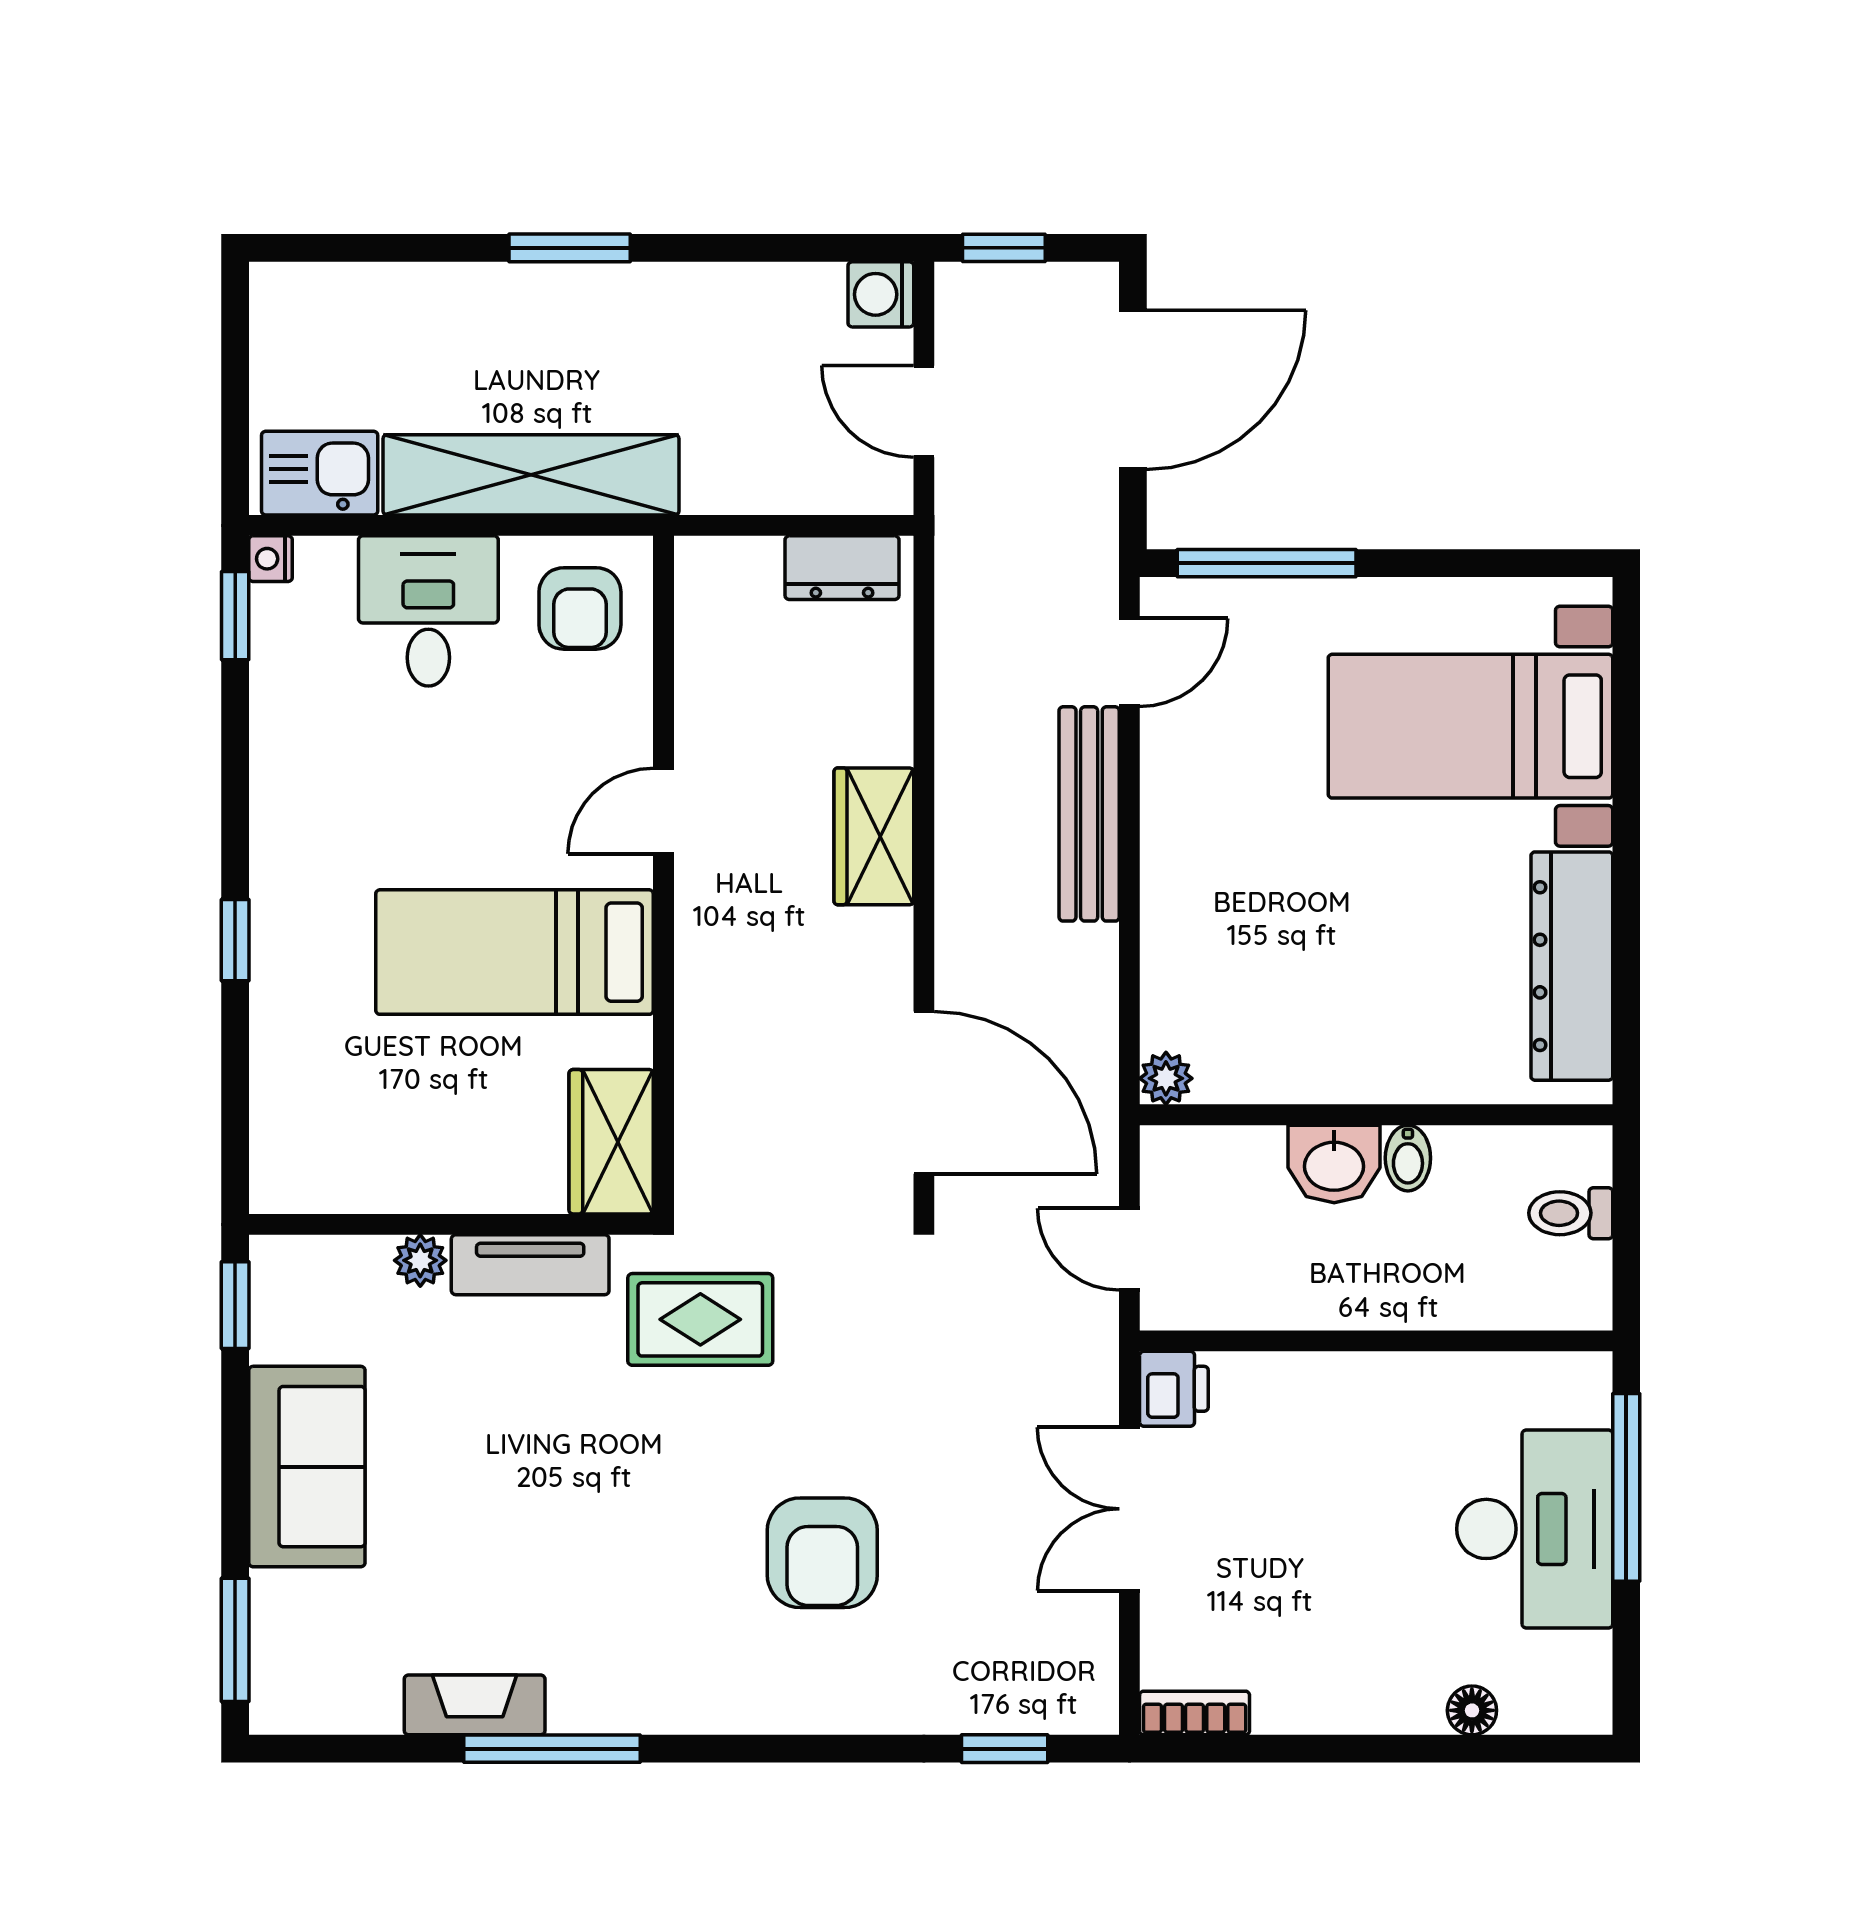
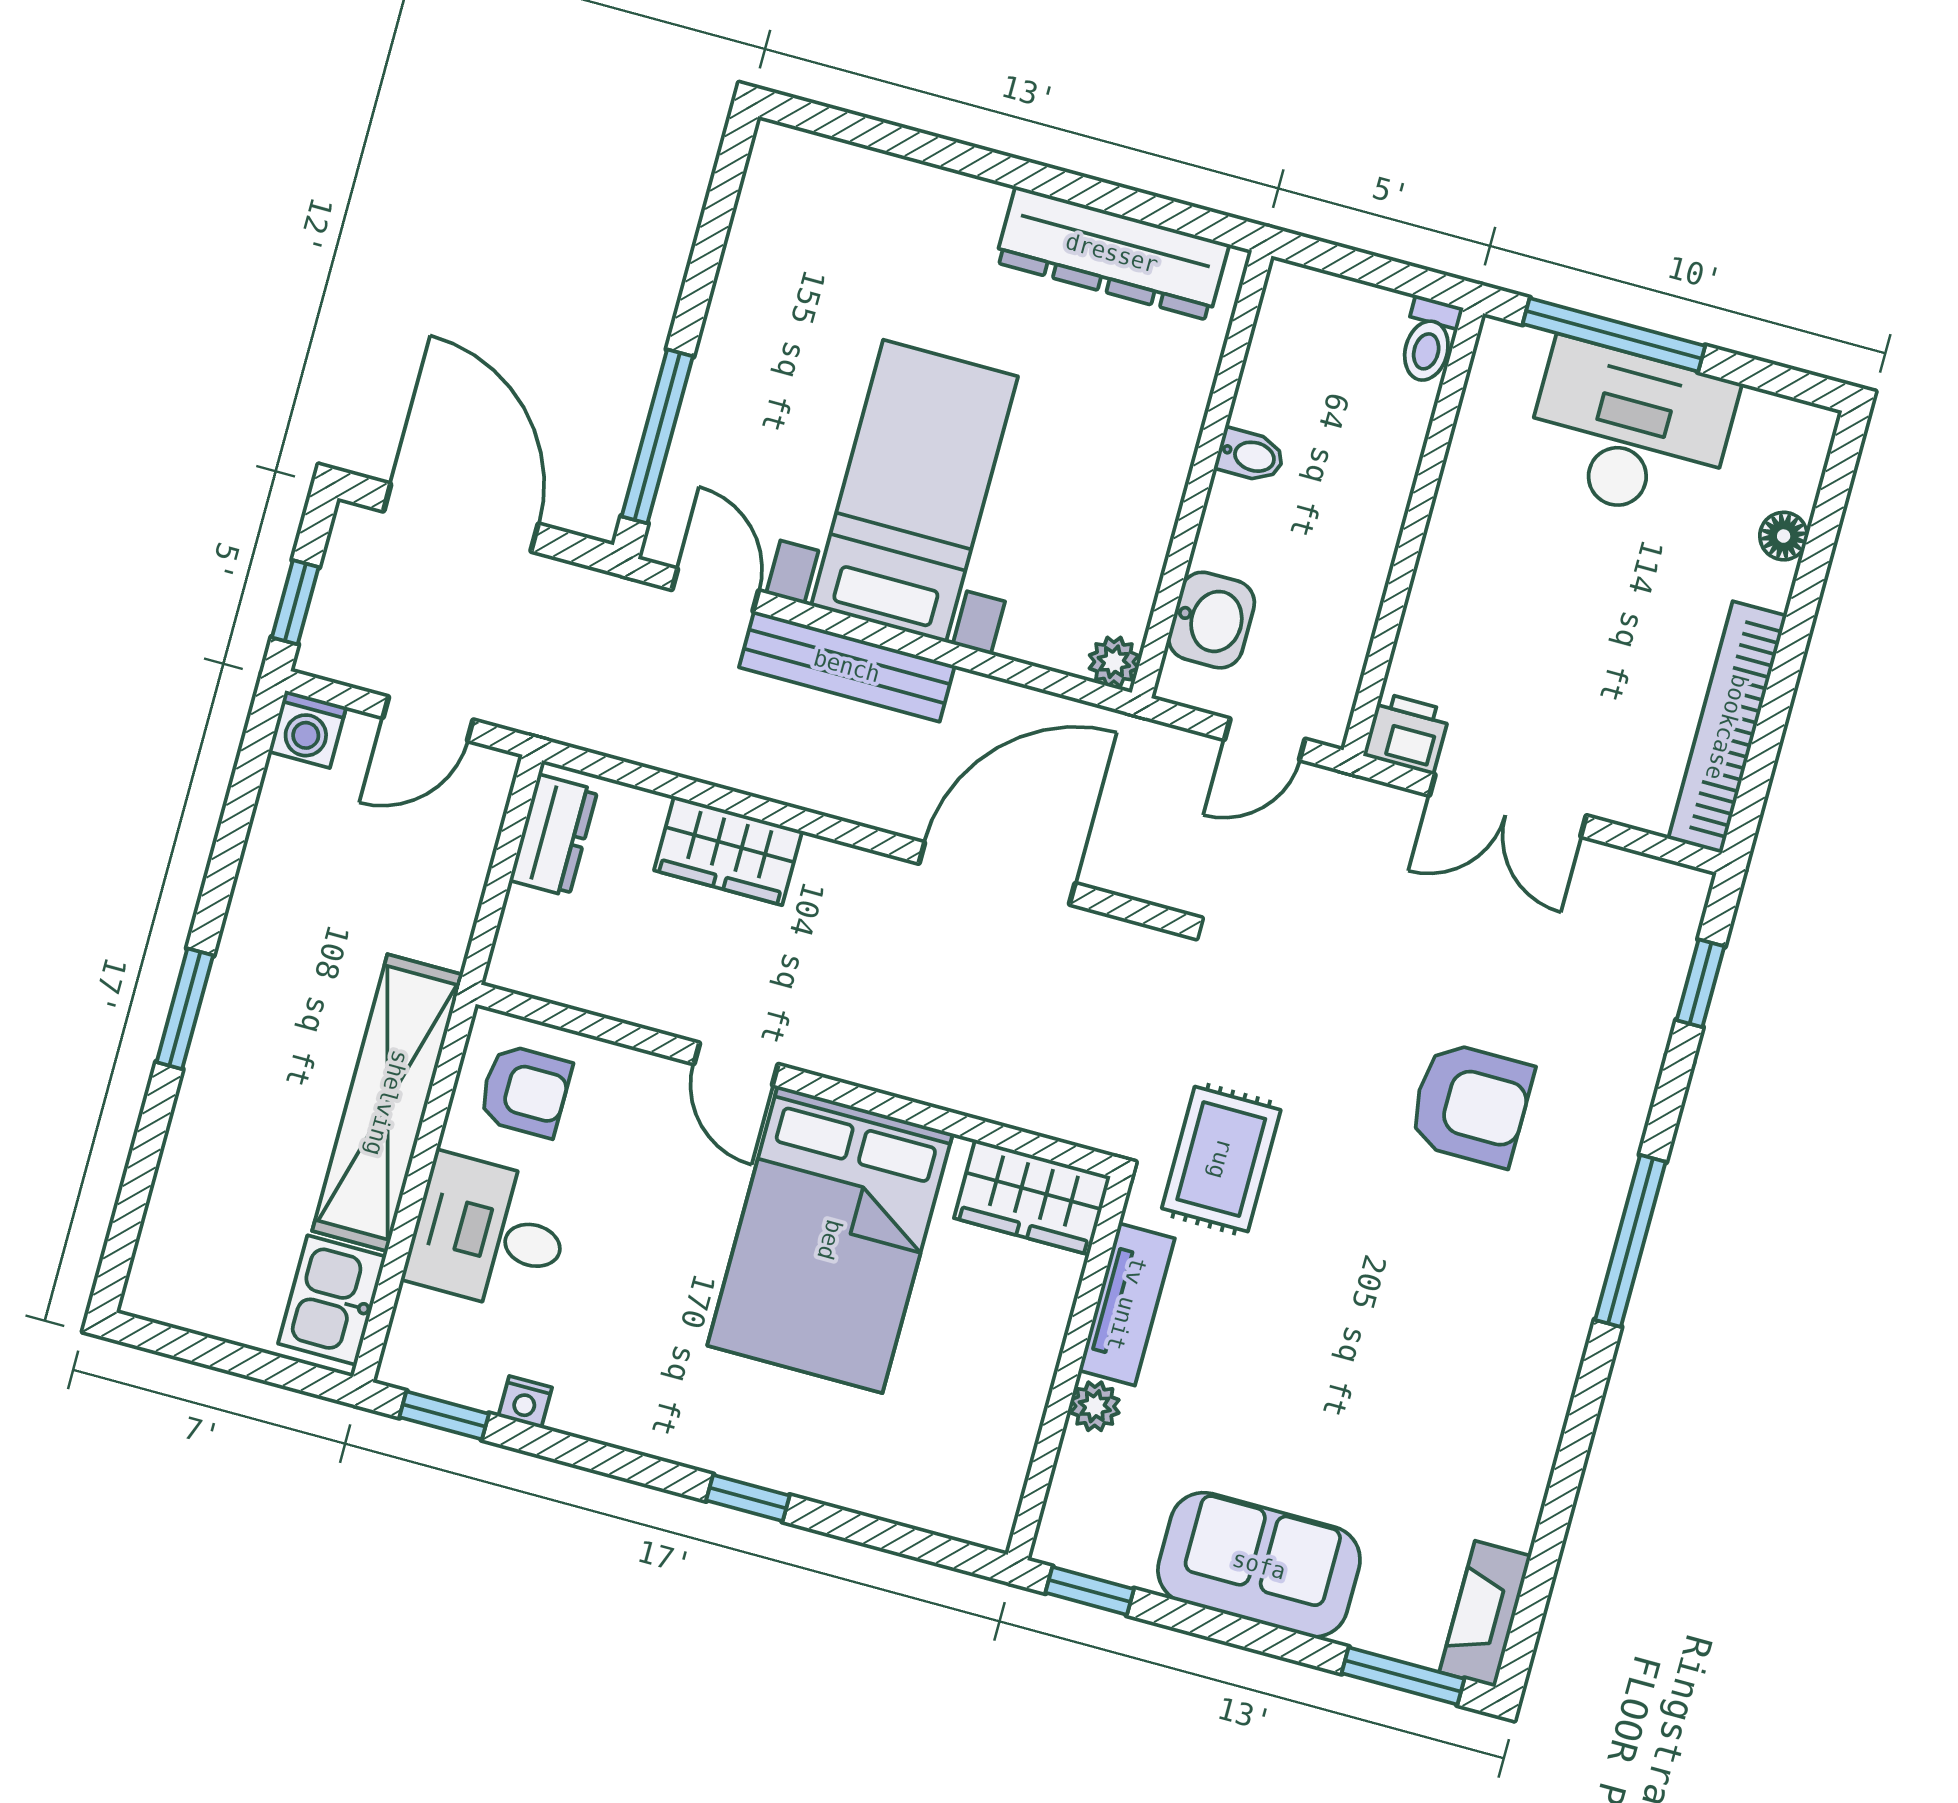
nightstand: (271, 559) -> (525, 1402), moved
bed with nightstands: (1470, 726) -> (914, 491), moved, turned 180
wardrobe: (874, 836) -> (728, 851), moved
bed: (515, 952) -> (830, 1240), width x1.50
door: (924, 1093) -> (997, 873), moved
washbasin: (1334, 1164) -> (1211, 620), moved
toilet: (1571, 1213) -> (1429, 340), moved
fireplace: (475, 1705) -> (1485, 1614), moved
bookcase: (1195, 1713) -> (1727, 727), width x2.31, depth x1.31
window: (552, 1749) -> (1630, 1241), moved

